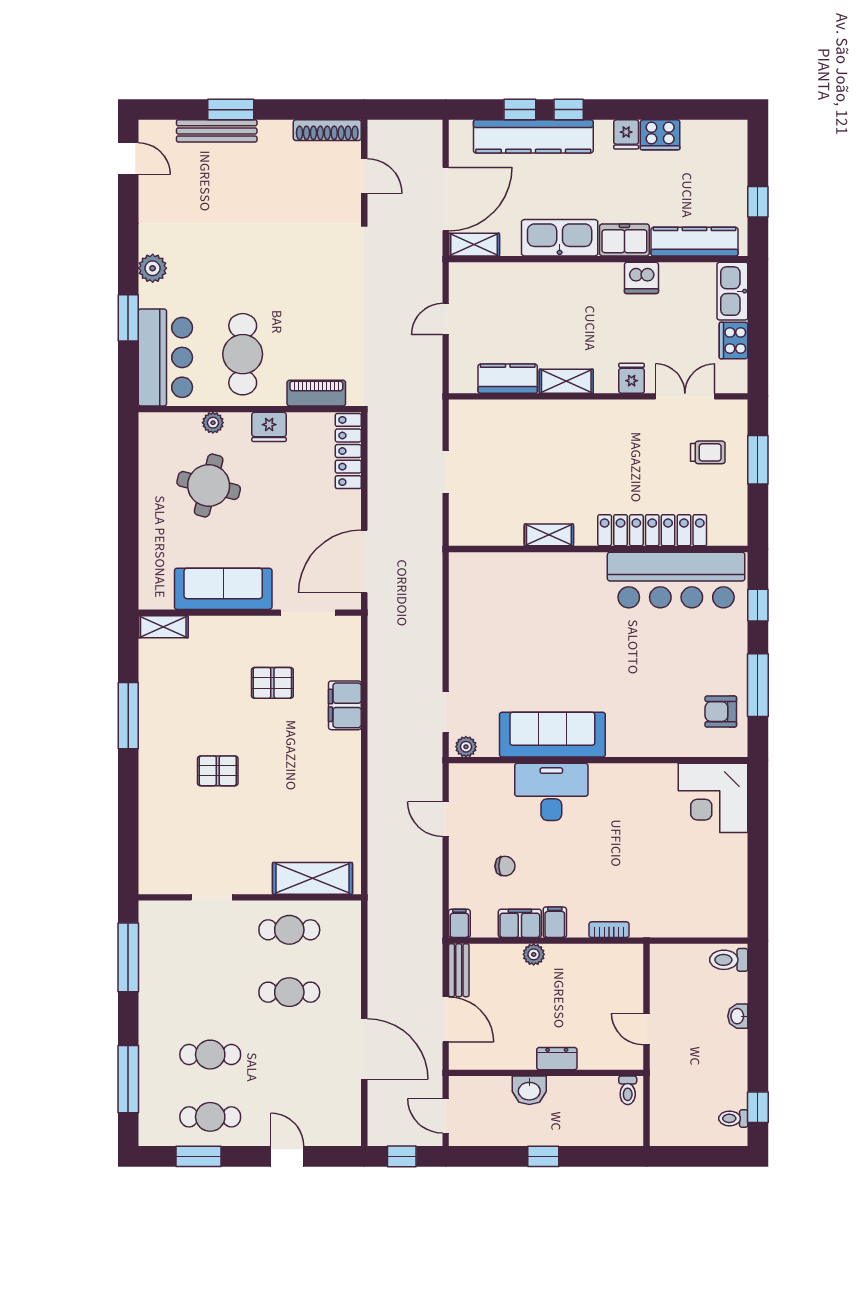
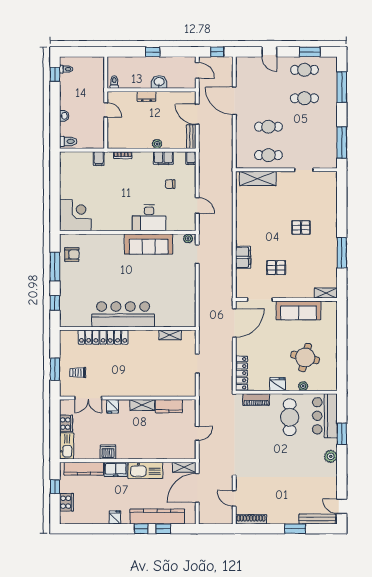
bench: (217, 131) -> (317, 519), moved
cooker: (660, 135) -> (66, 502), moved, turned 90
shelving: (549, 535) -> (170, 335), moved
bar counter: (676, 580) -> (123, 314), moved
filing cabinet: (555, 922) -> (99, 159), moved

